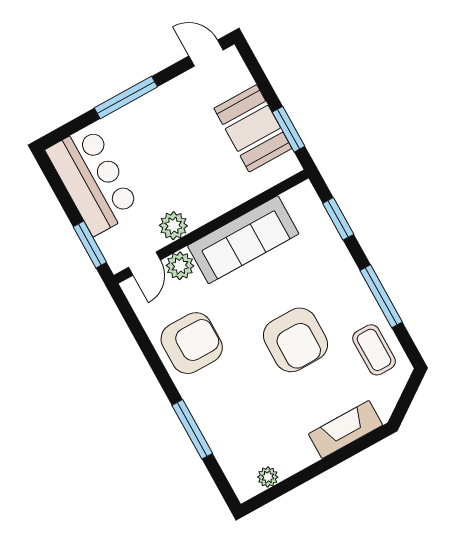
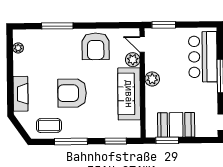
bar counter: (93, 180) -> (203, 57), moved, turned 90
plant: (173, 226) -> (152, 79), moved

